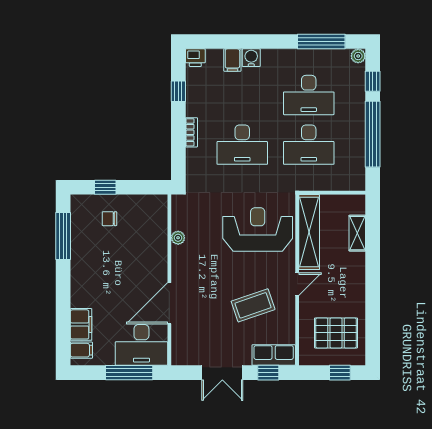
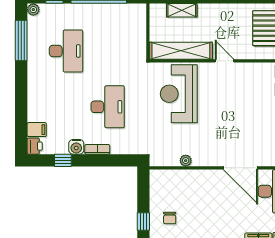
water cooler: (251, 58) -> (76, 147), moved, turned -90
filing cabinet: (232, 60) -> (37, 130), moved
desk: (309, 145) -> (108, 51), removed
coffee table: (253, 305) -> (242, 98), removed

